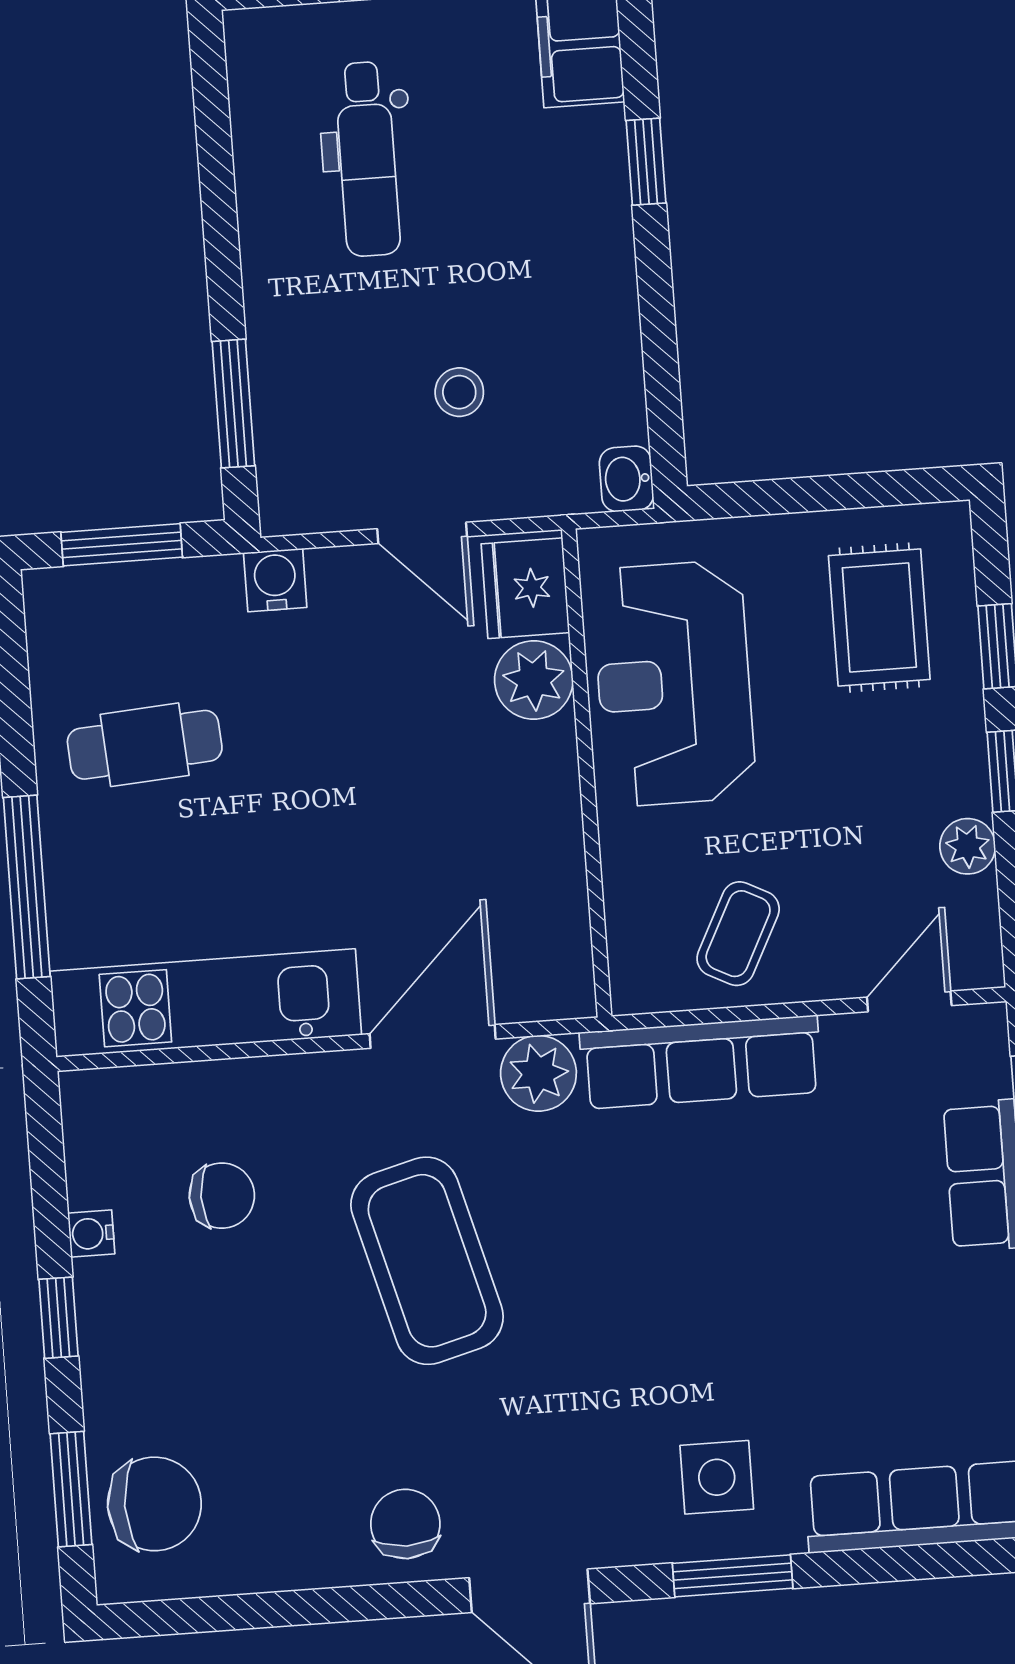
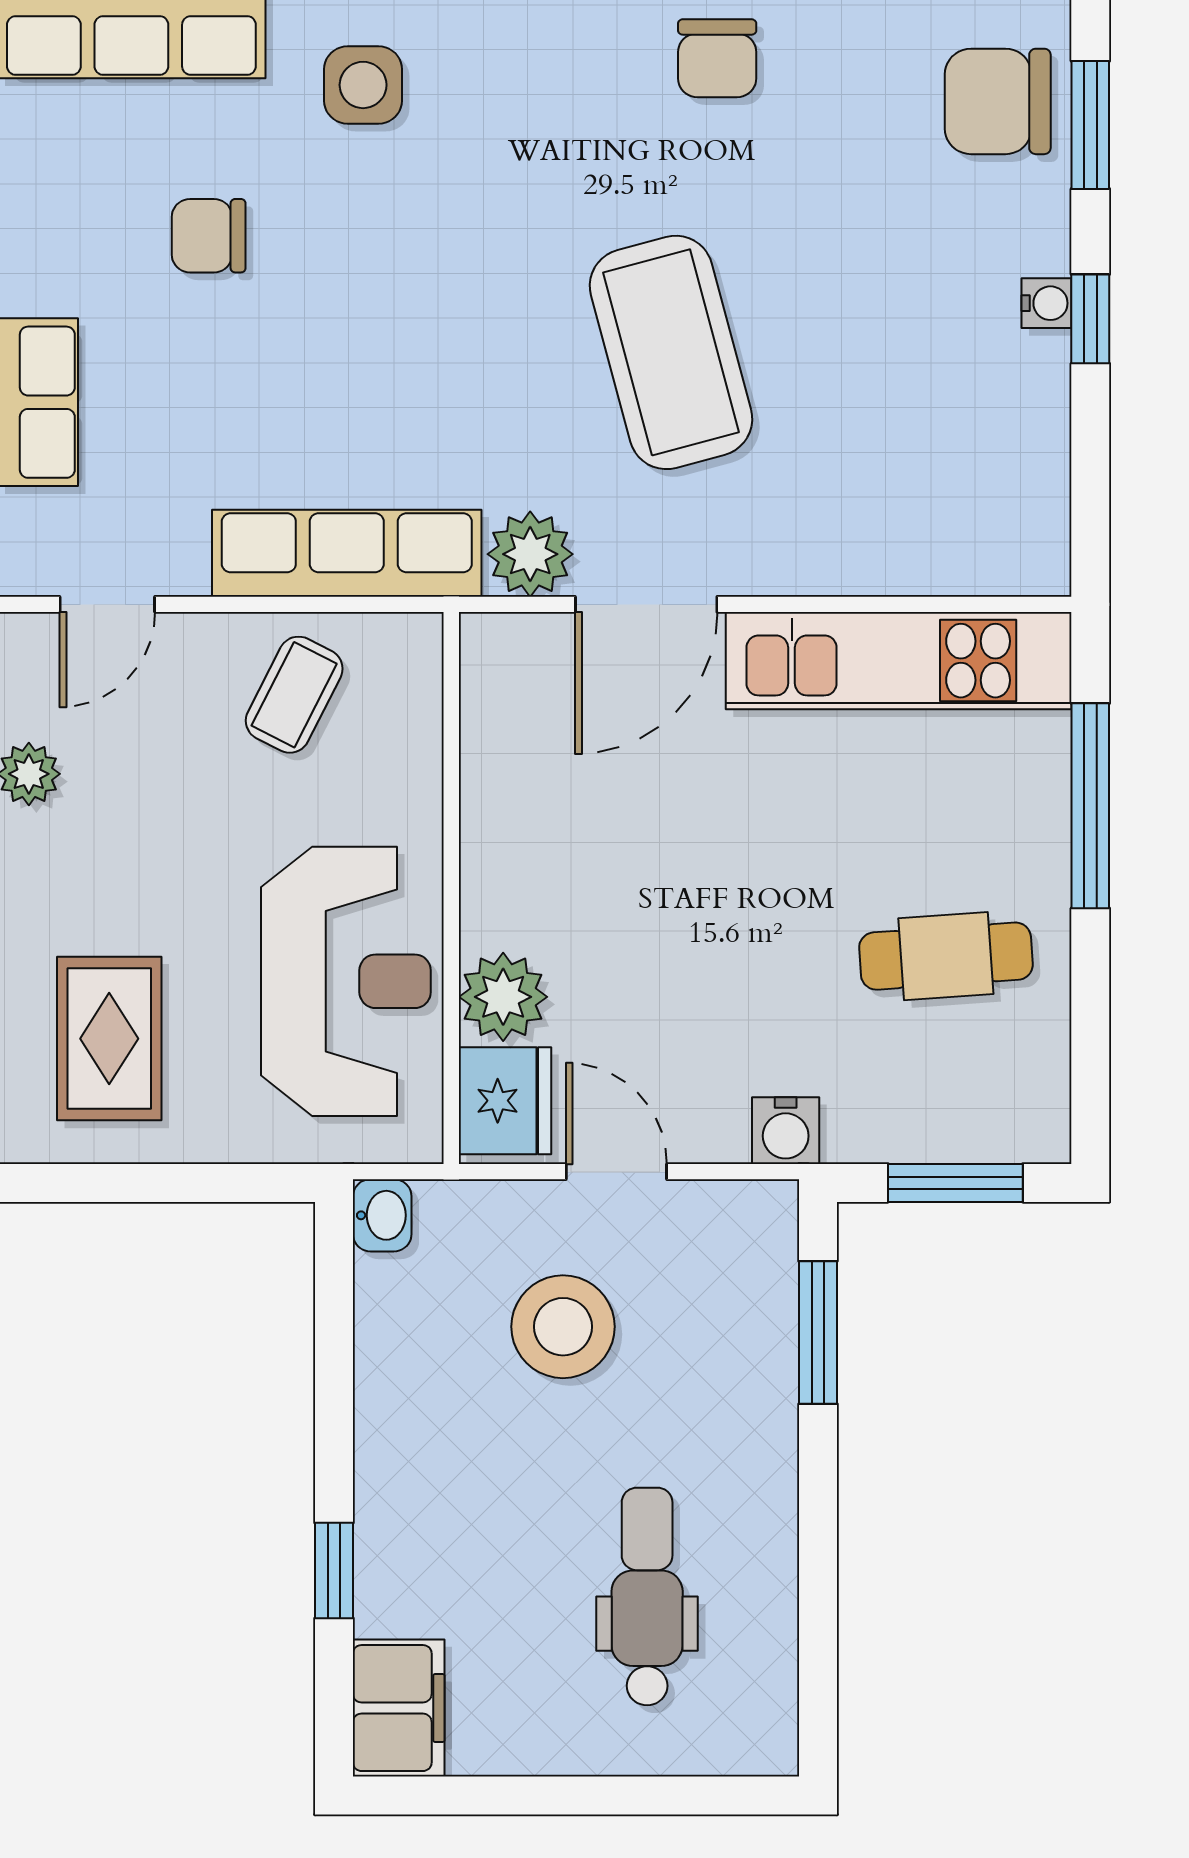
stool: (459, 392) -> (563, 1327), width x1.89, depth x1.89
chair: (222, 1196) -> (209, 236), moved
water cooler: (91, 1234) -> (1046, 303), moved

